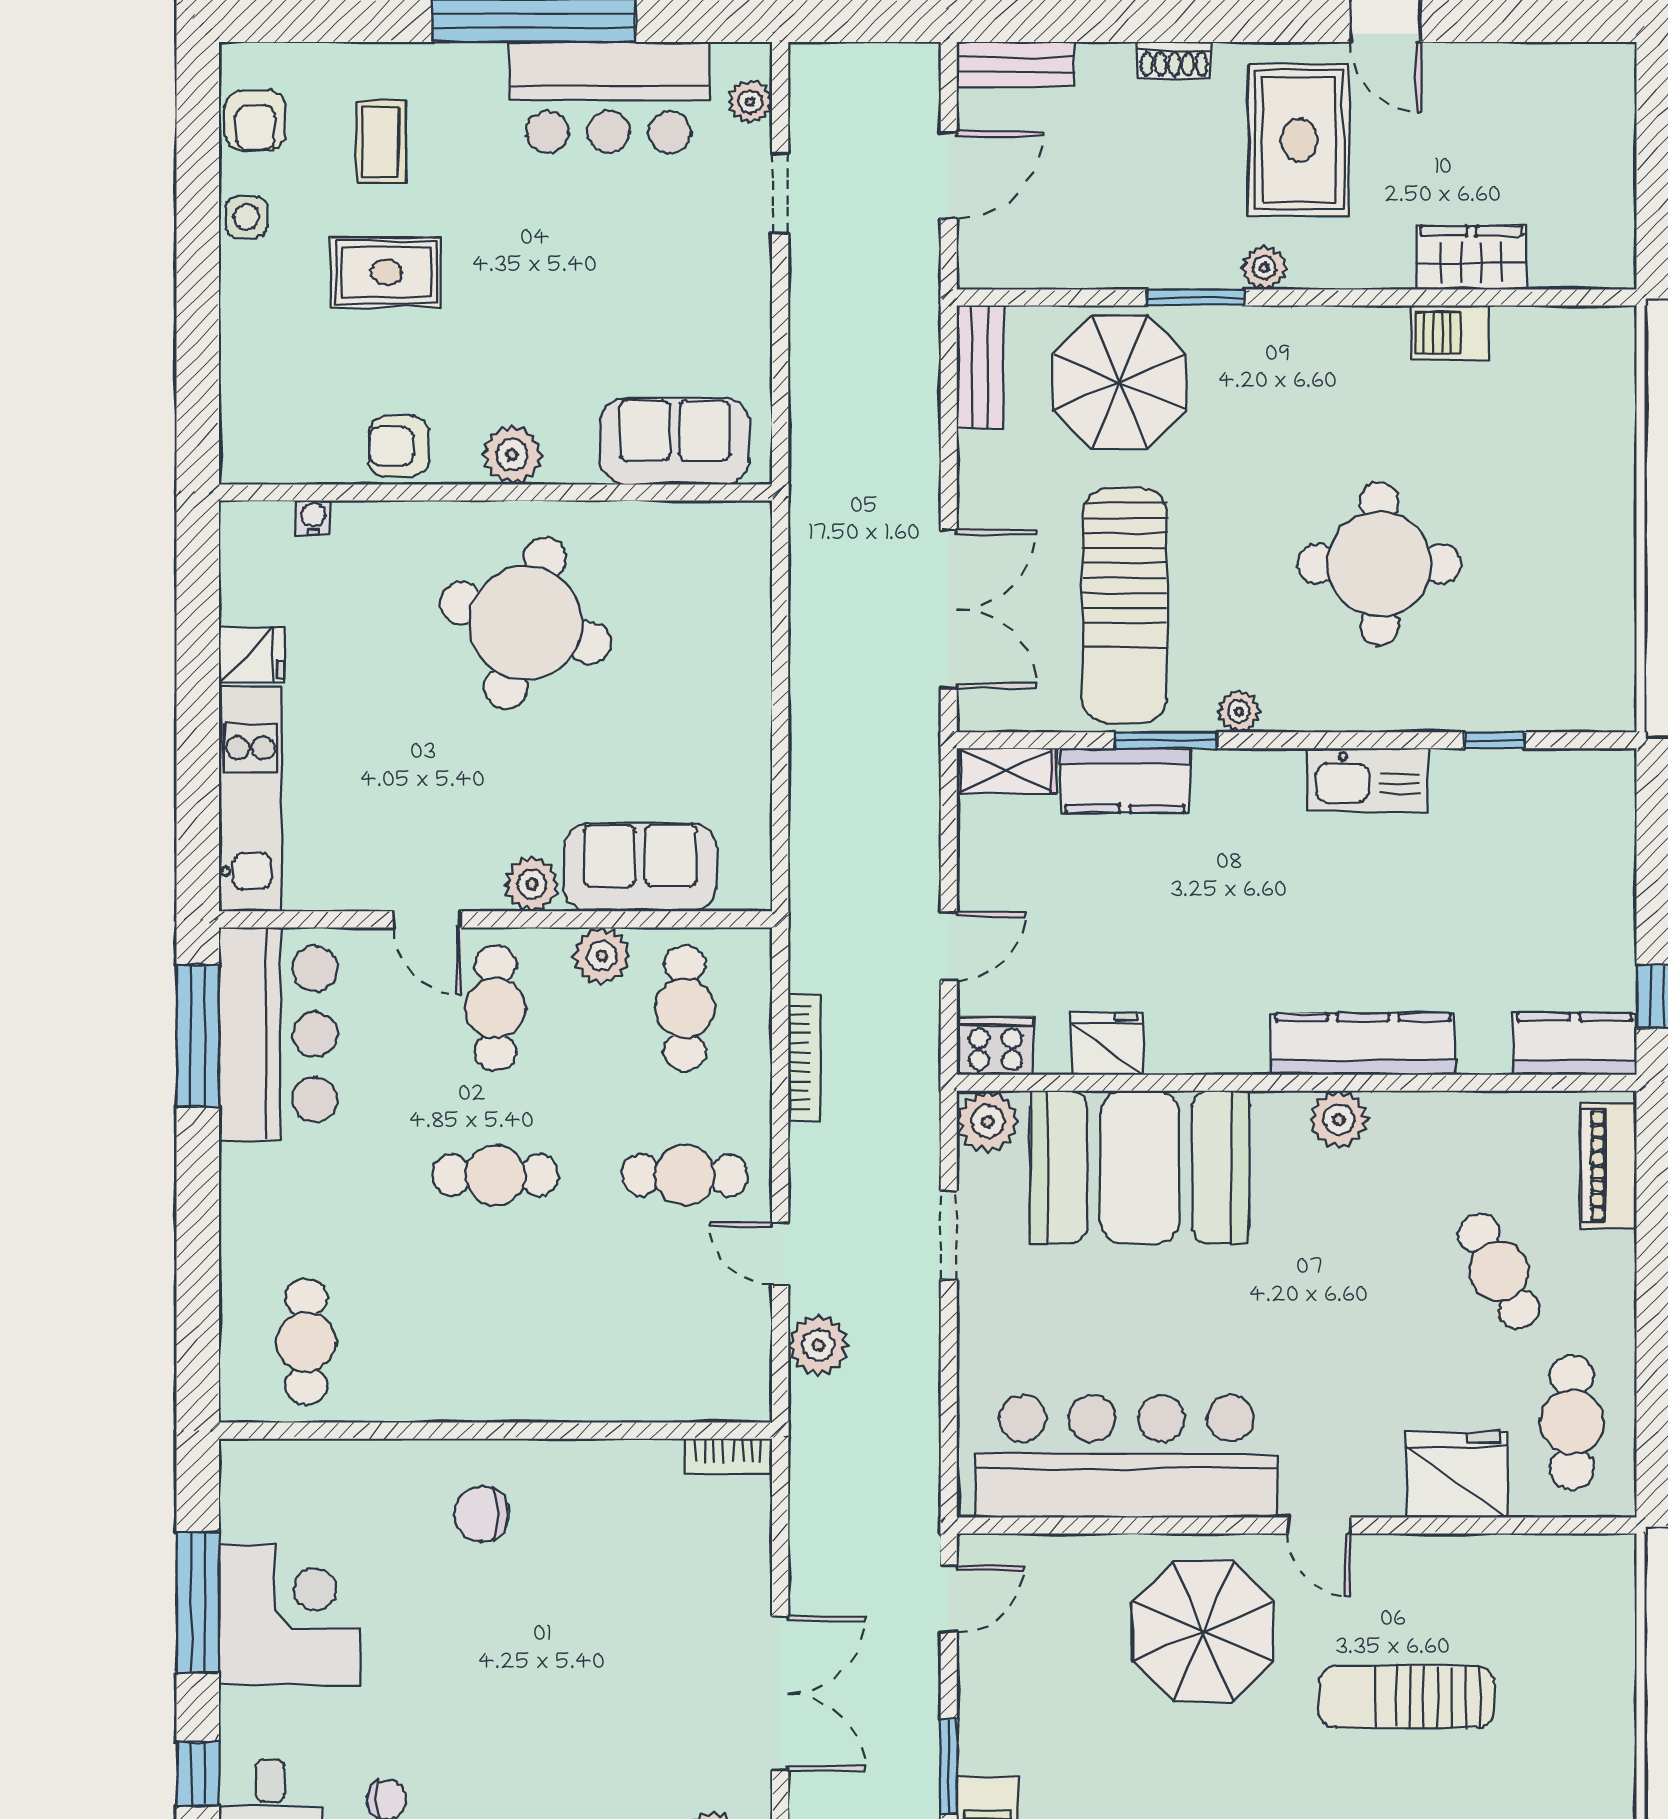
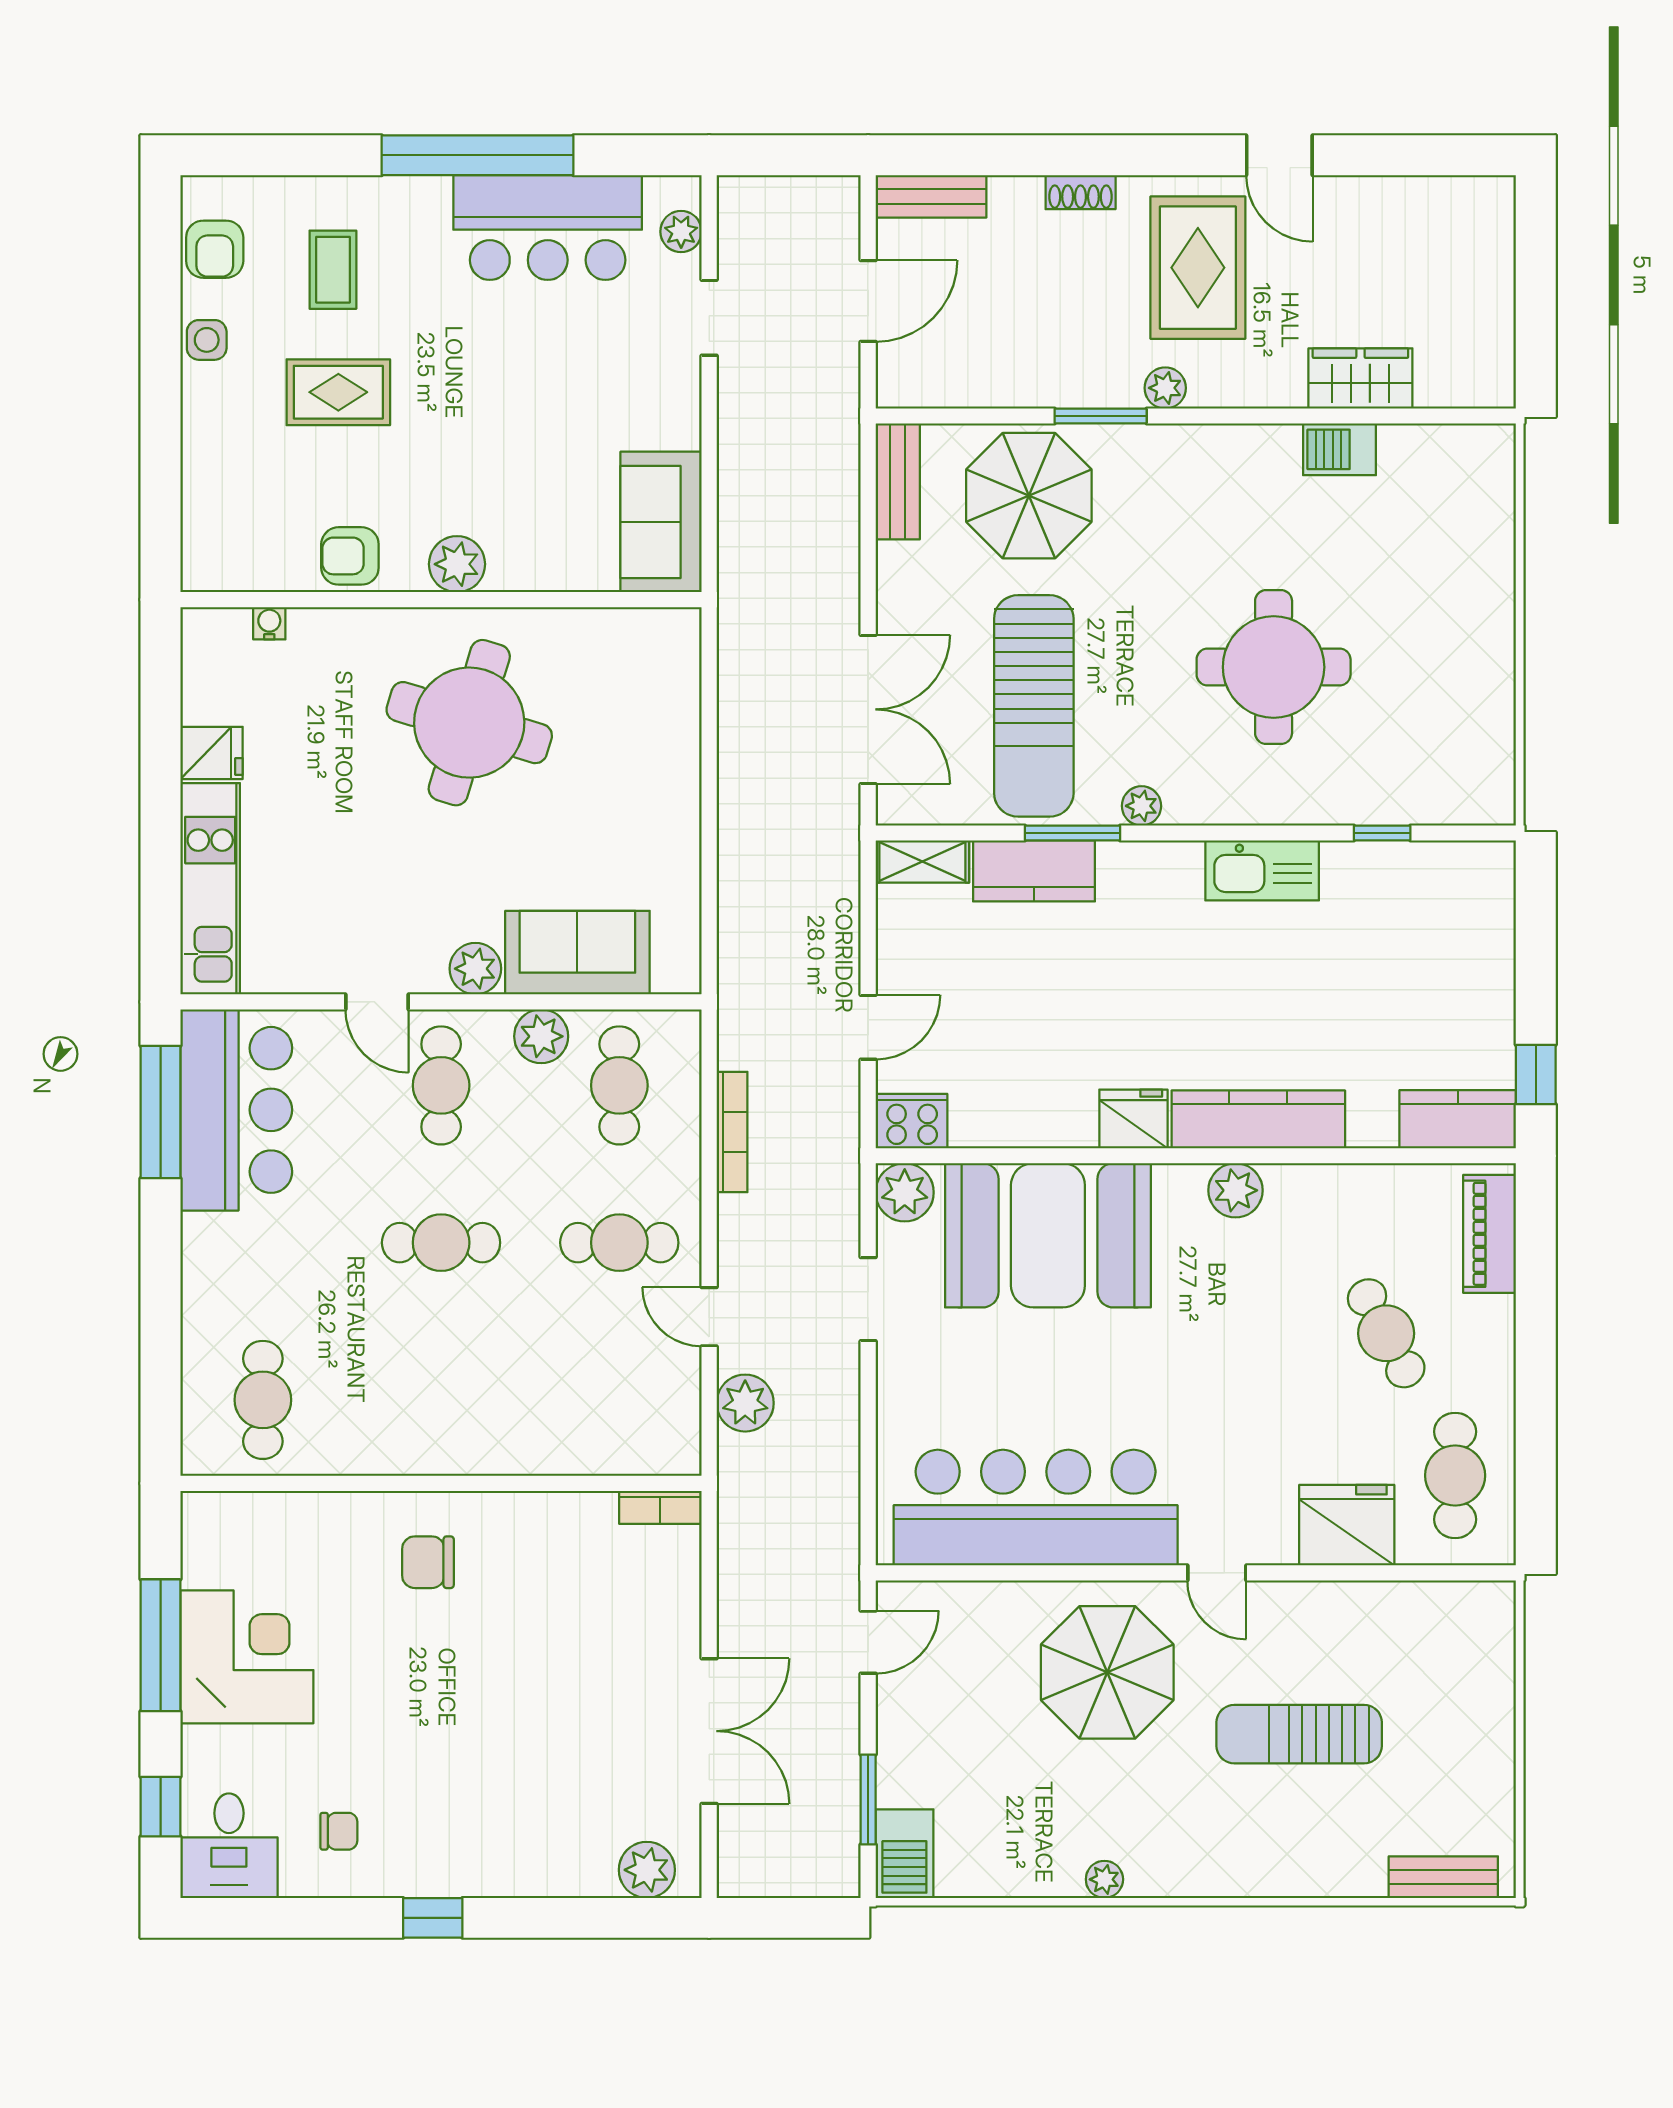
sofa: (675, 441) -> (661, 522), moved, turned -90
fridge: (1107, 1044) -> (1133, 1119), moved

